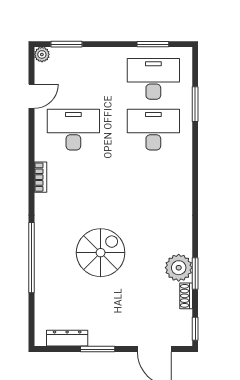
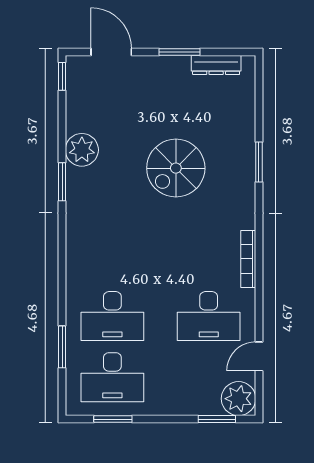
plant: (42, 54) -> (239, 399), width x1.87, depth x1.87
bookcase: (40, 177) -> (248, 259), width x1.56
window: (32, 258) -> (259, 162), width x0.47
window: (195, 274) -> (62, 182), moved
shoe rack: (186, 296) -> (73, 116), removed

